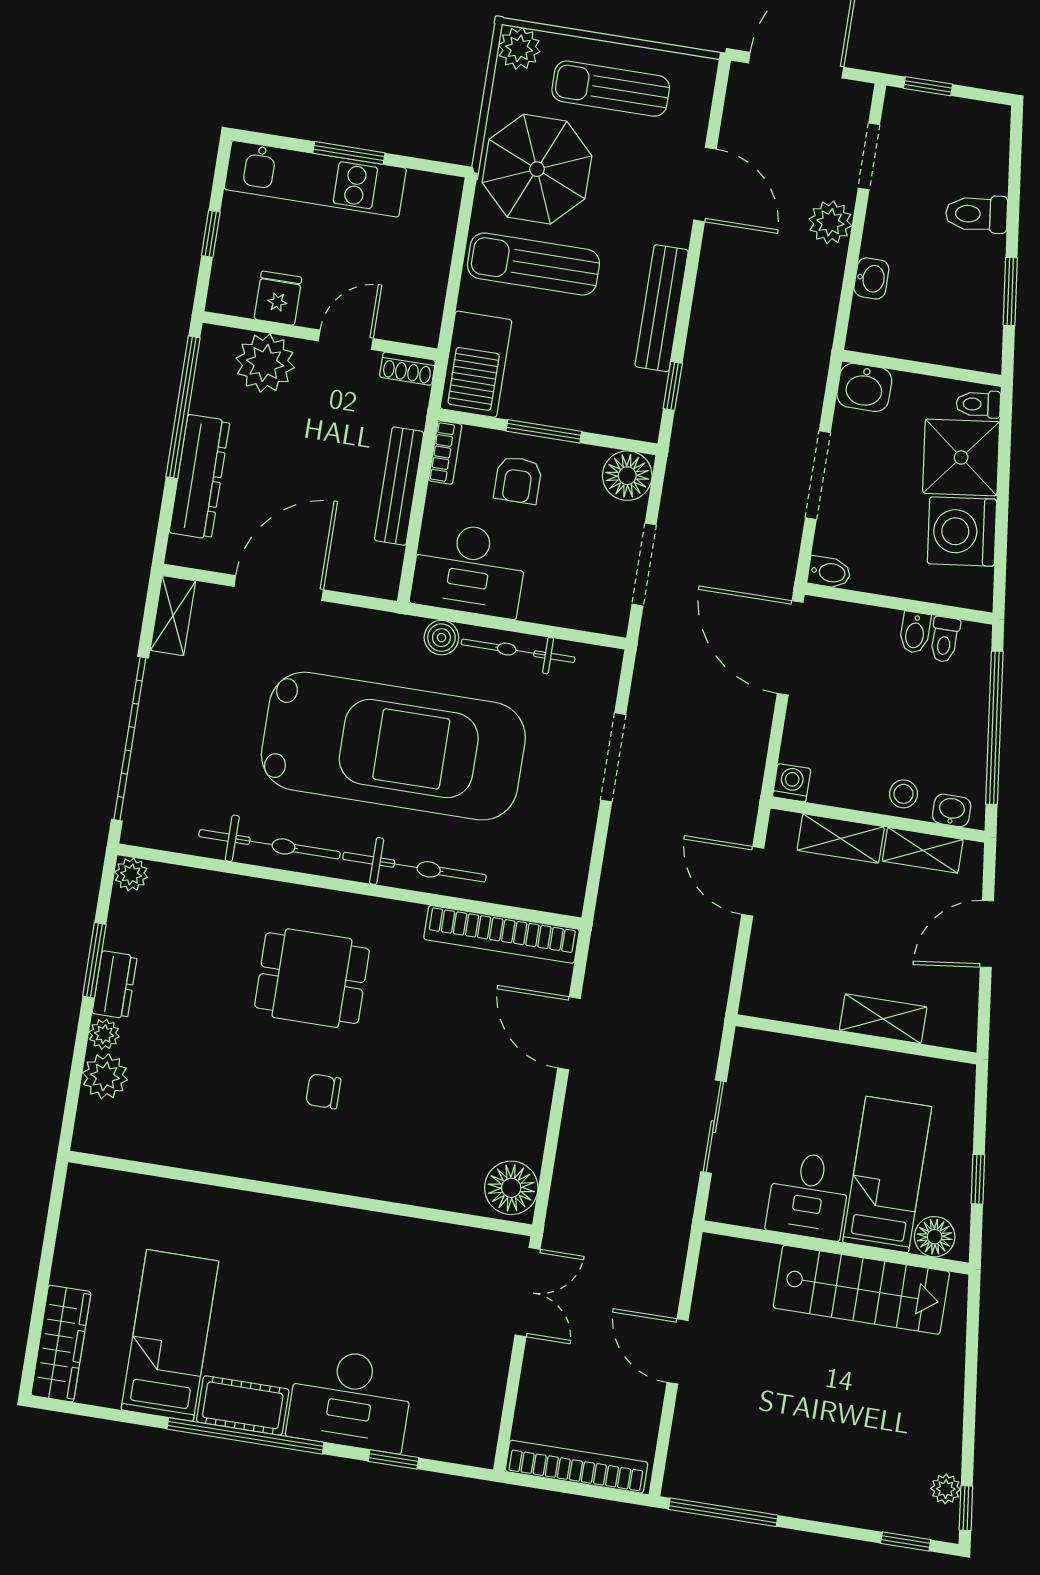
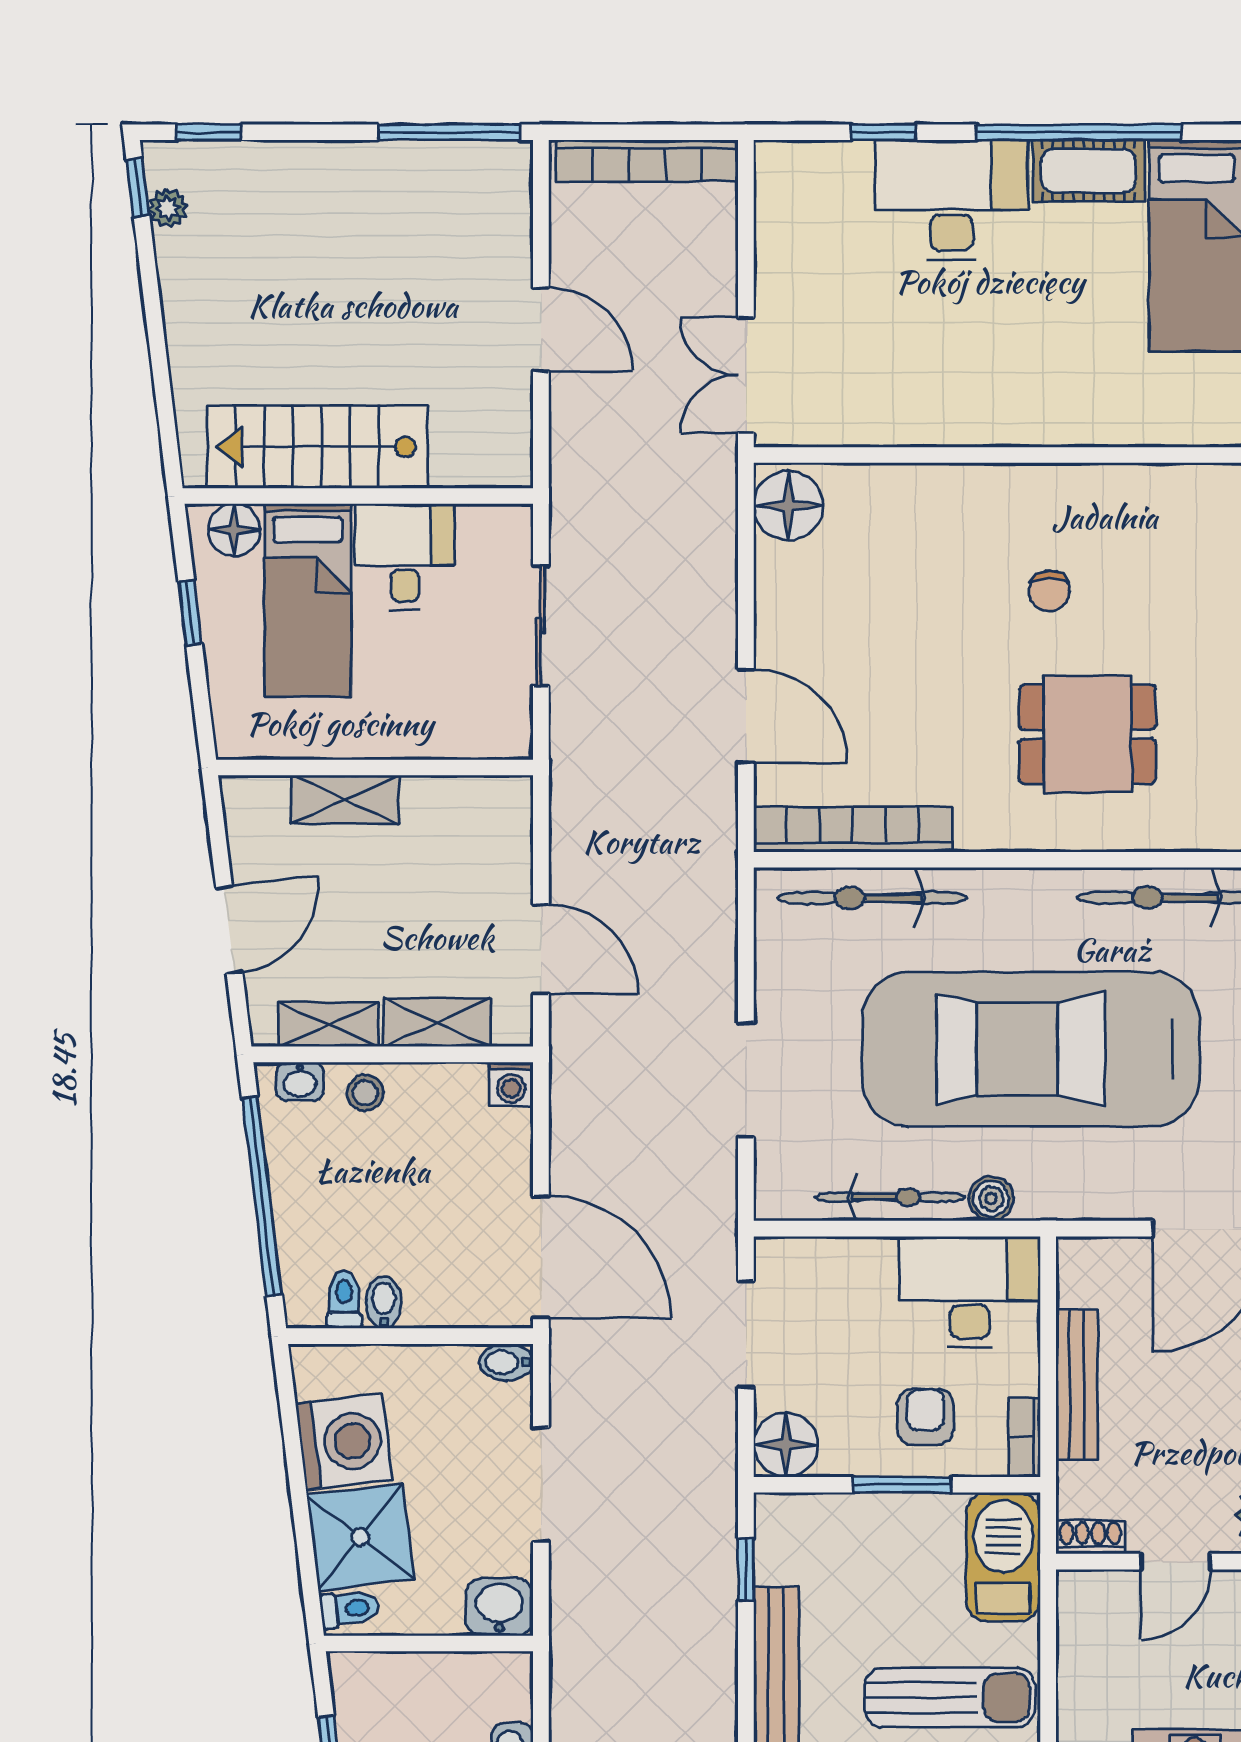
bicycle: (414, 867) -> (872, 898), moved
chair: (323, 1091) -> (1050, 591), turned 90

